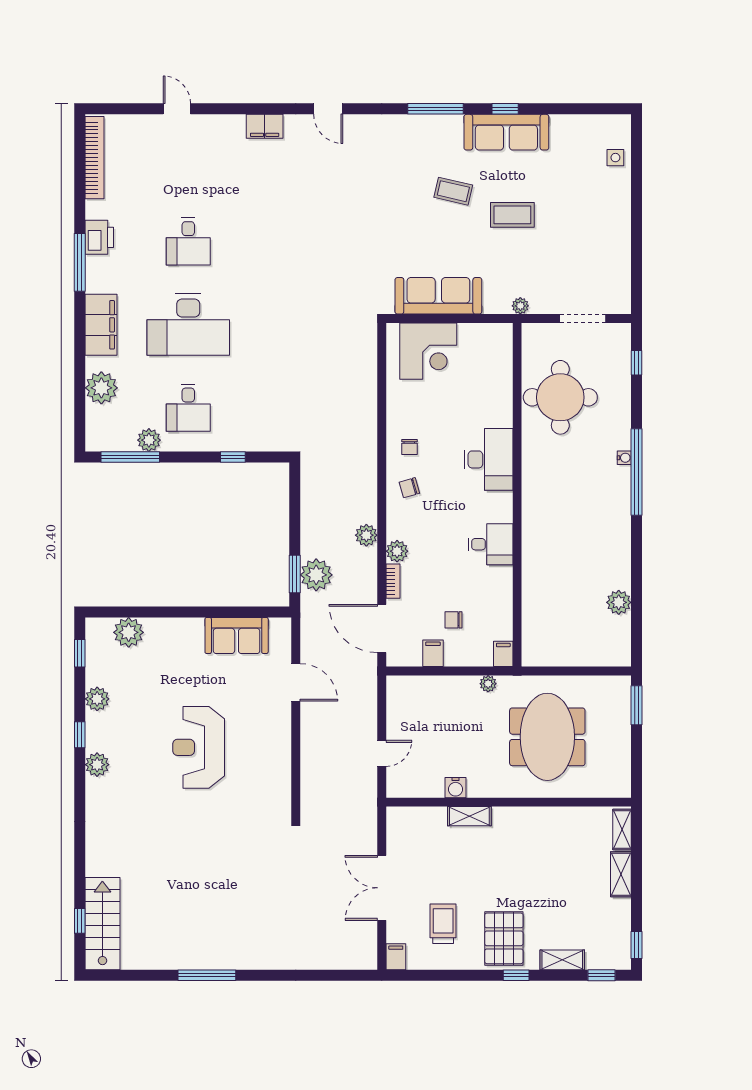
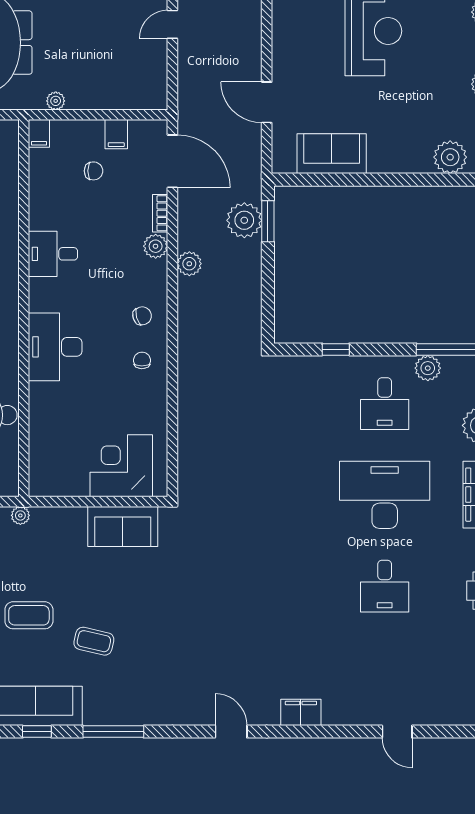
desk: (188, 241) -> (385, 586), turned 180
sofa: (438, 296) -> (123, 526), width x0.73
desk: (188, 408) -> (385, 404), turned 180

